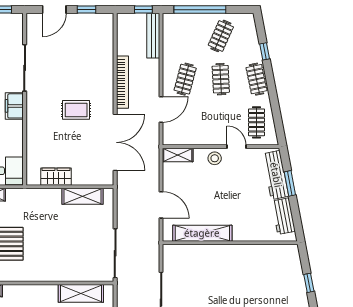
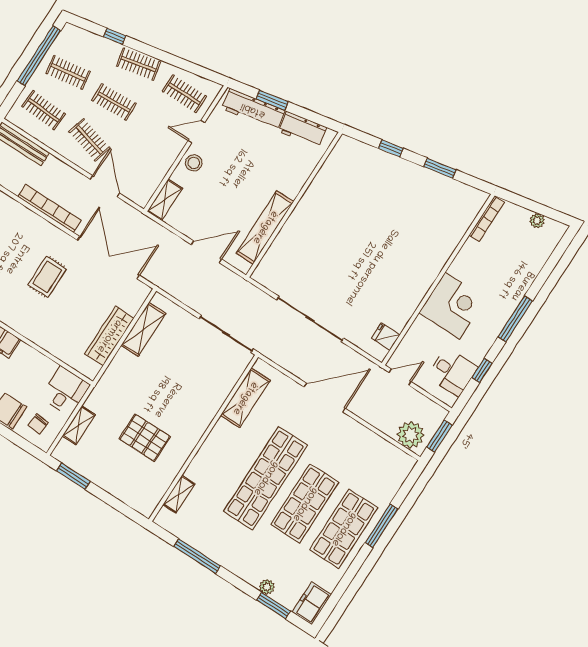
window: (200, 10) -> (39, 56), moved
clothes rail: (185, 36) -> (44, 110), added
clothes rail: (221, 36) -> (68, 72), turned -33
wardrobe: (56, 177) -> (109, 336), width x1.50

